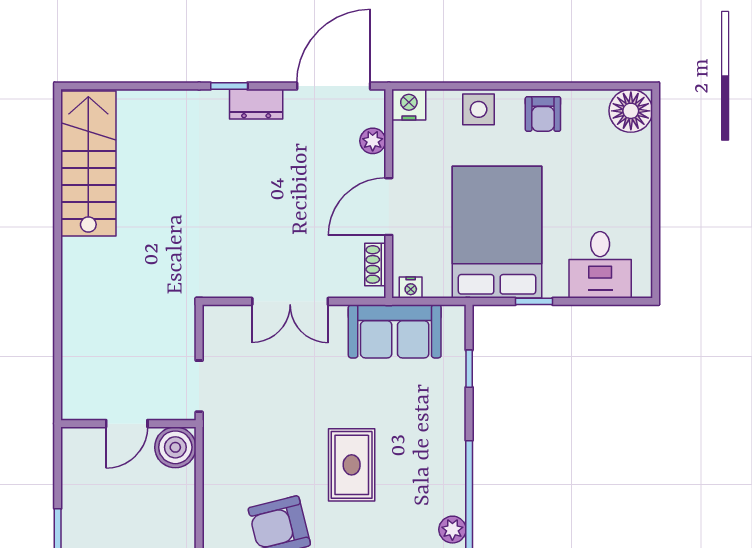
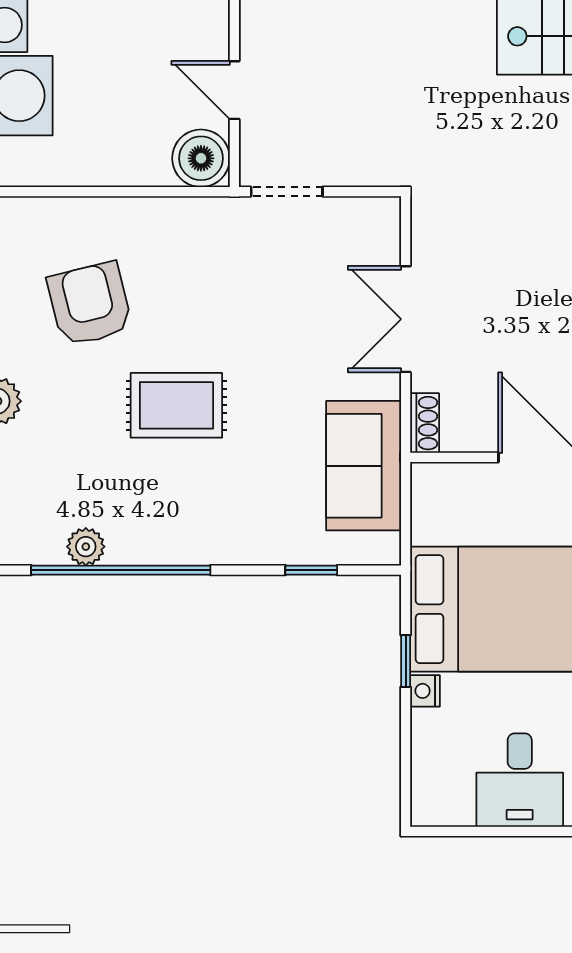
shoe rack: (375, 264) -> (425, 423), moved, turned 90
desk: (600, 265) -> (520, 780), moved, turned -90
nightstand: (411, 288) -> (425, 691), moved

